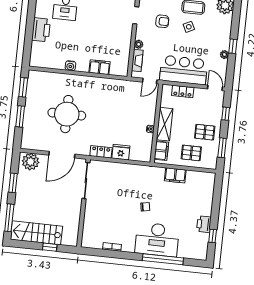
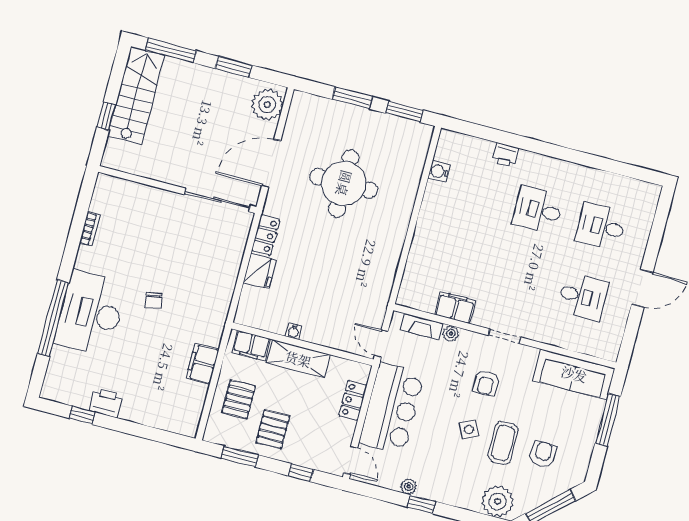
printer: (41, 30) -> (505, 155), width x0.53, depth x0.68
water cooler: (70, 66) -> (439, 172), moved
filing cabinet: (100, 67) -> (455, 307), moved, turned -90
door: (215, 88) -> (351, 460), hinge flipped
door: (62, 155) -> (271, 163), hinge flipped

